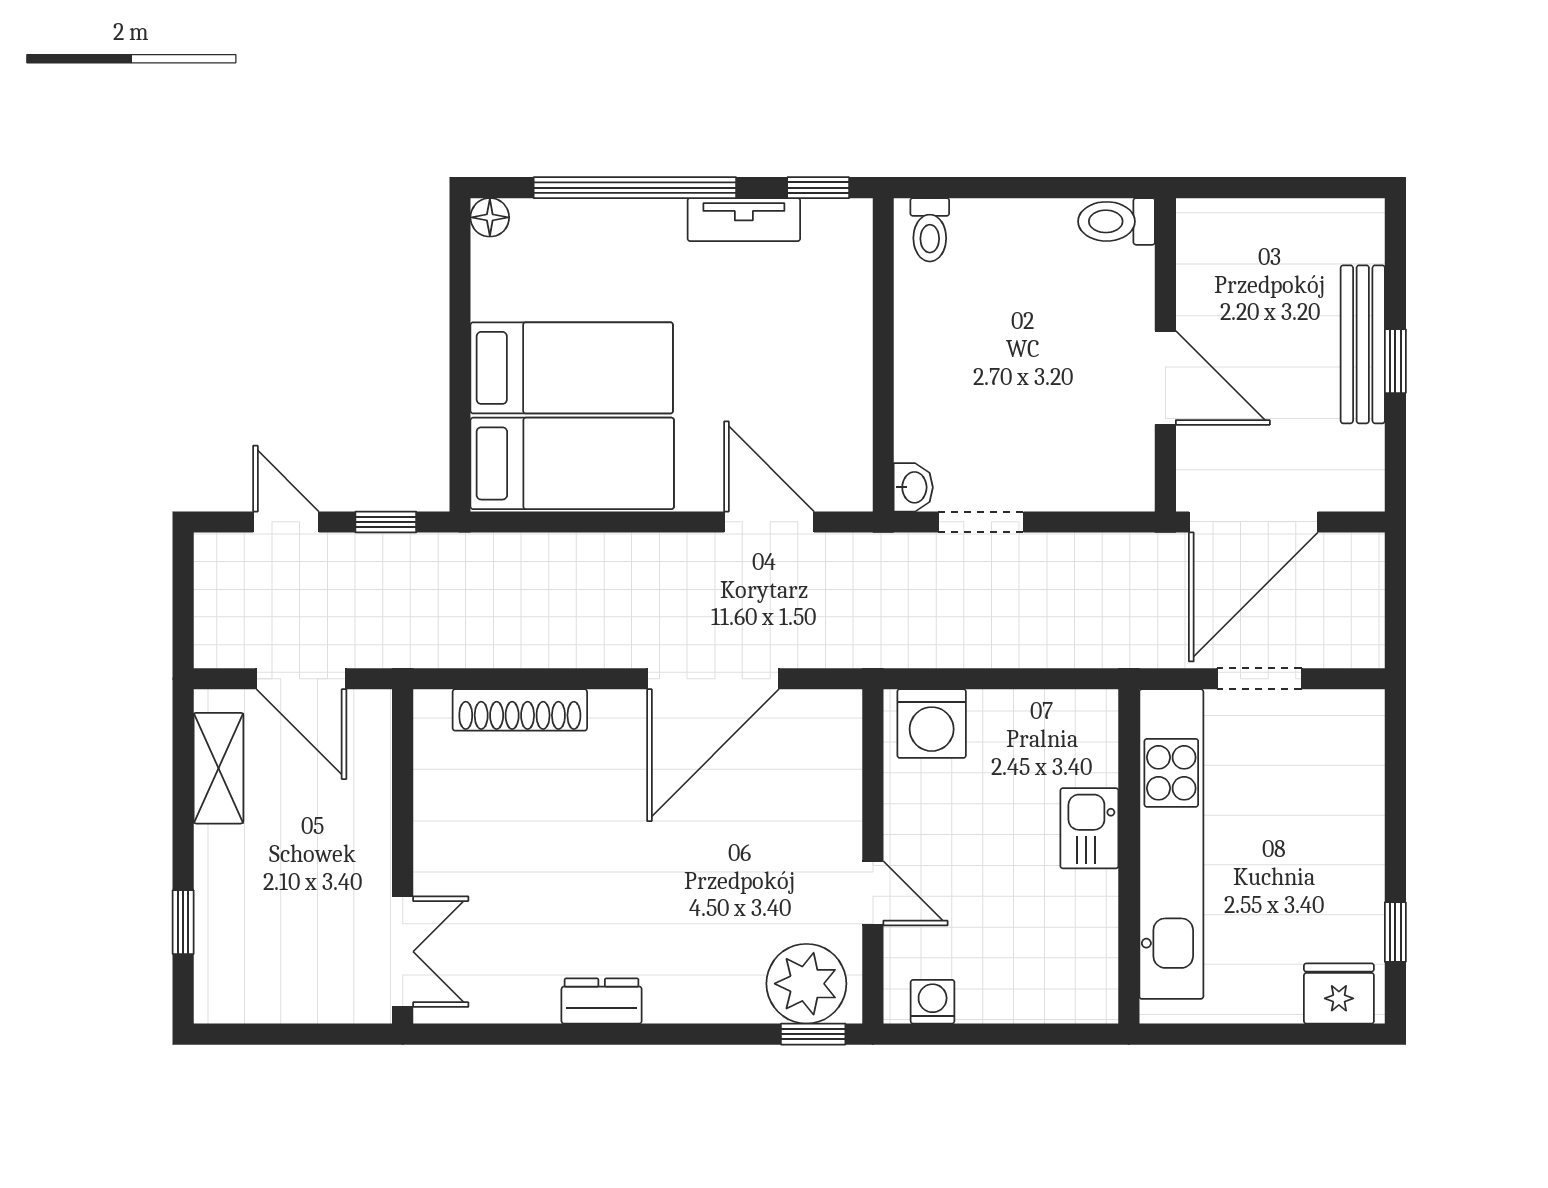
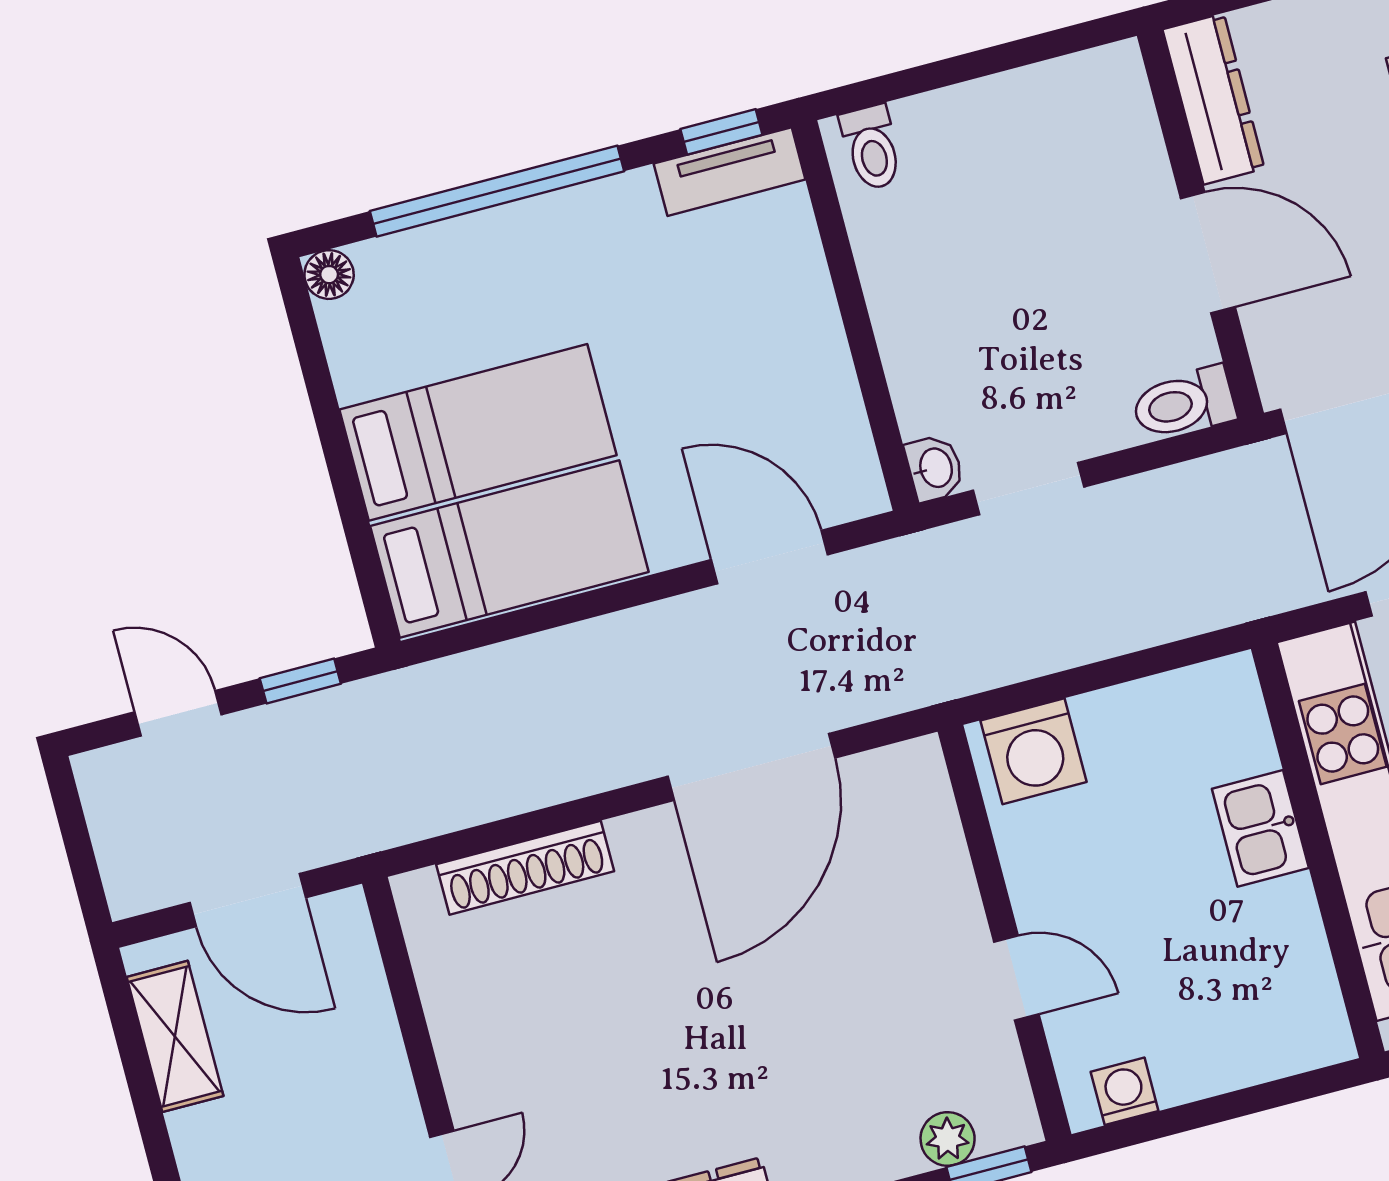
tv unit: (744, 220) -> (730, 172), moved
toilet: (1117, 221) -> (1184, 403), moved
dresser: (1201, 262) -> (1214, 99), added
plant: (806, 984) -> (948, 1139), width x0.53, depth x0.53

